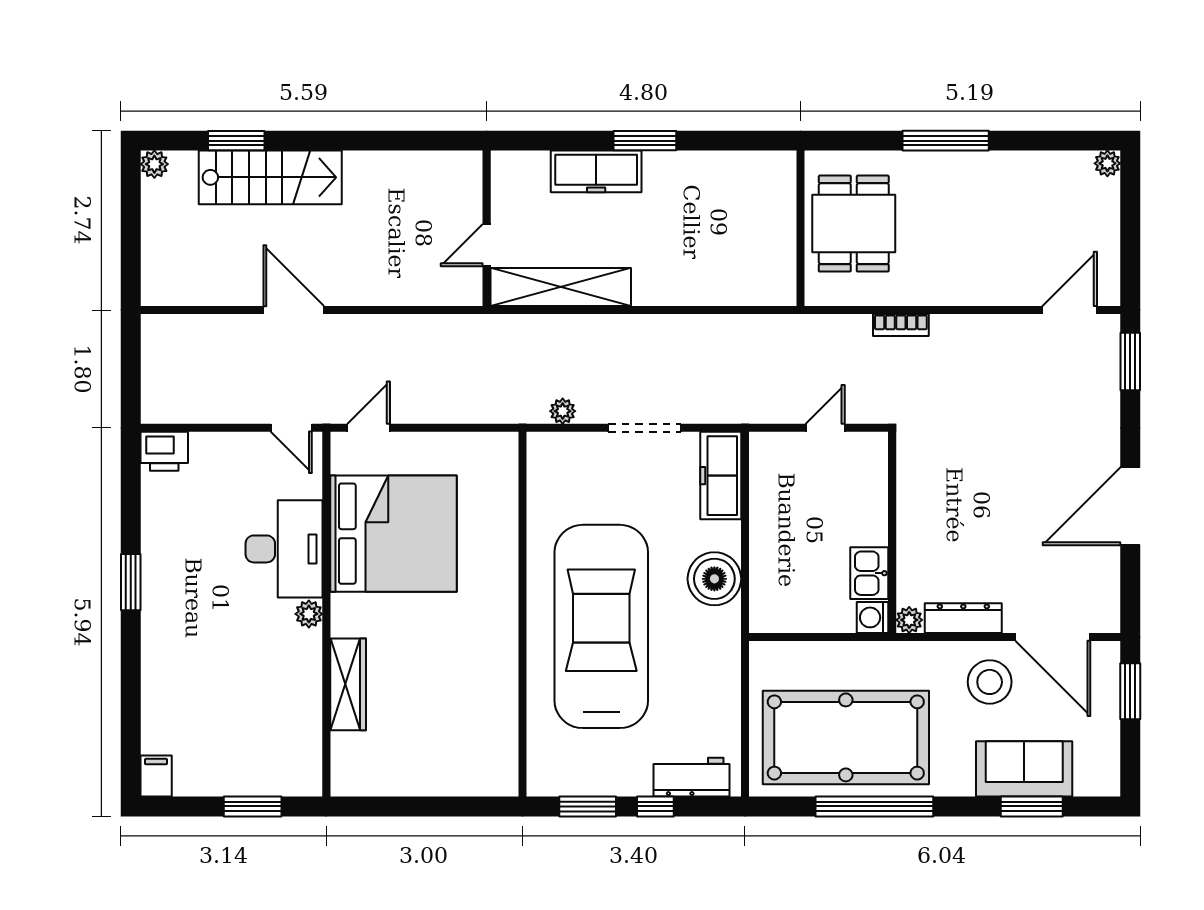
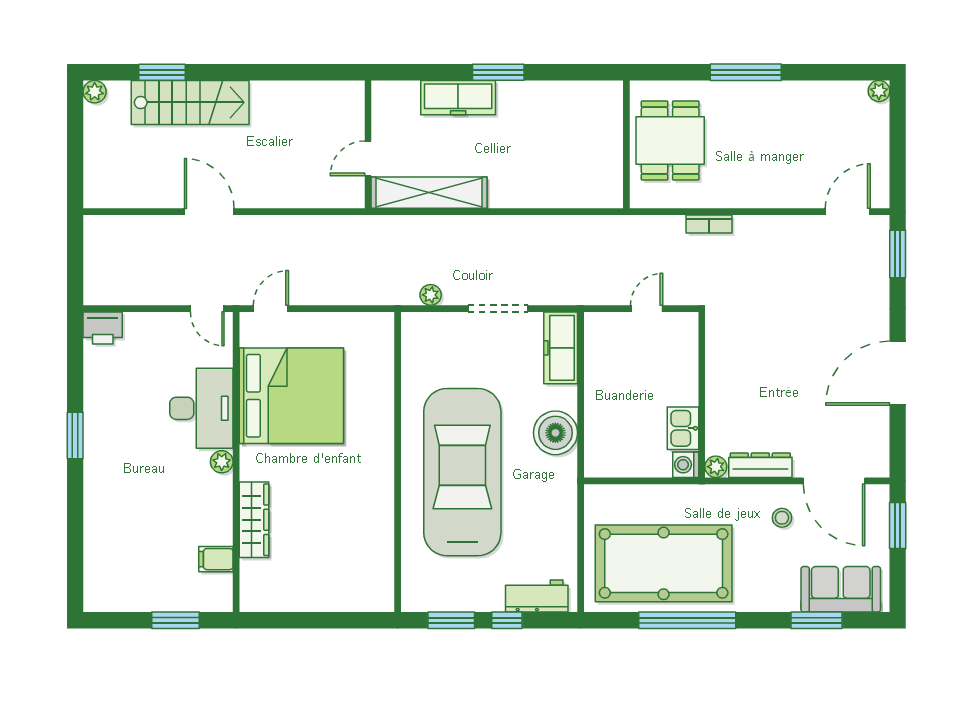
stool: (990, 682) -> (782, 518), width x0.53, depth x0.53
sofa: (1024, 769) -> (841, 589), moved
filing cabinet: (156, 776) -> (216, 559), moved, turned -90

